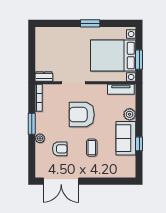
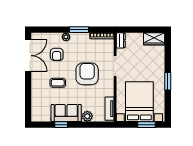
wardrobe: (42, 39) -> (154, 39), added
window: (139, 60) -> (146, 125), moved
double door: (61, 181) -> (28, 56), swing flipped

